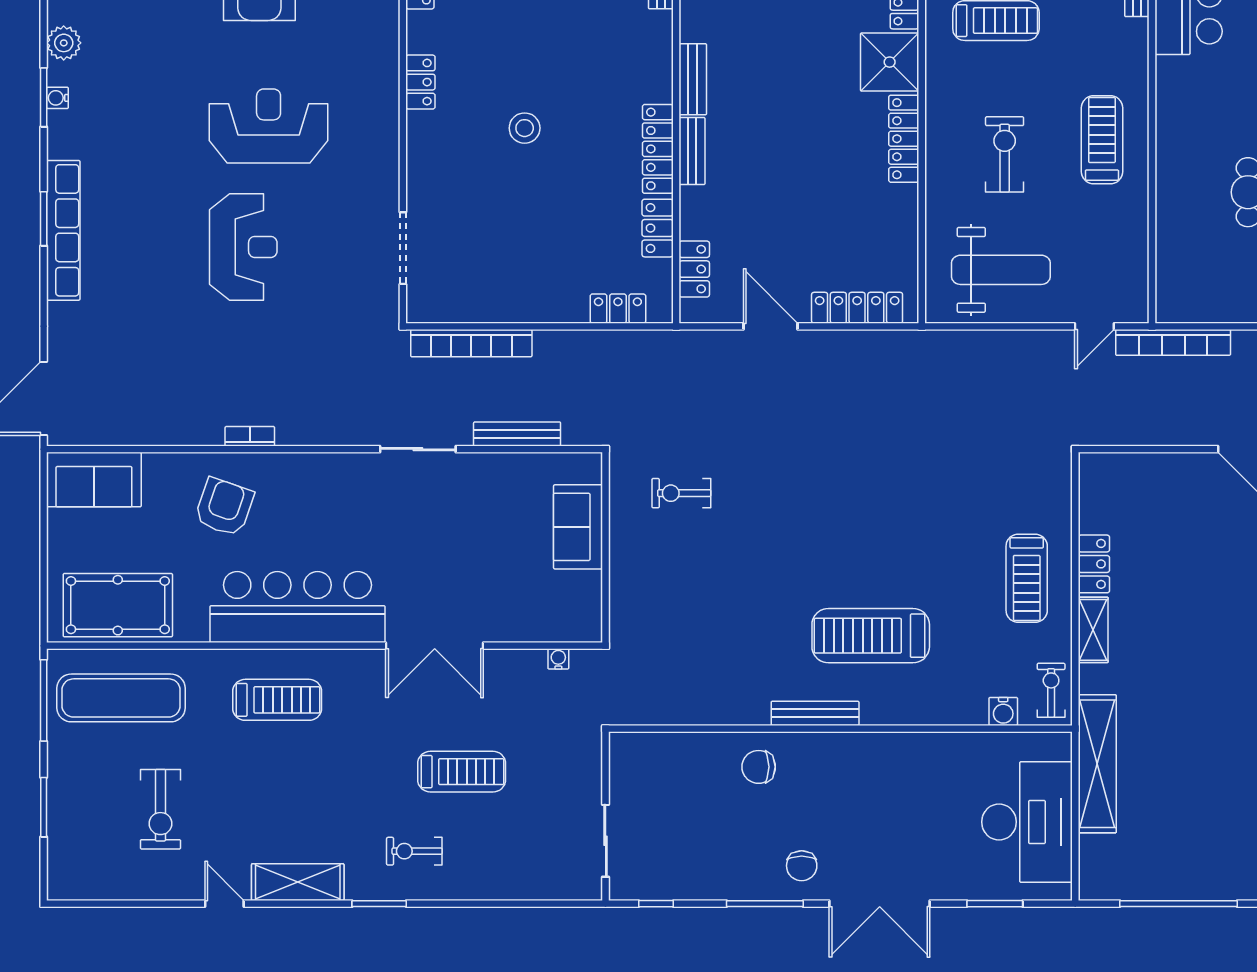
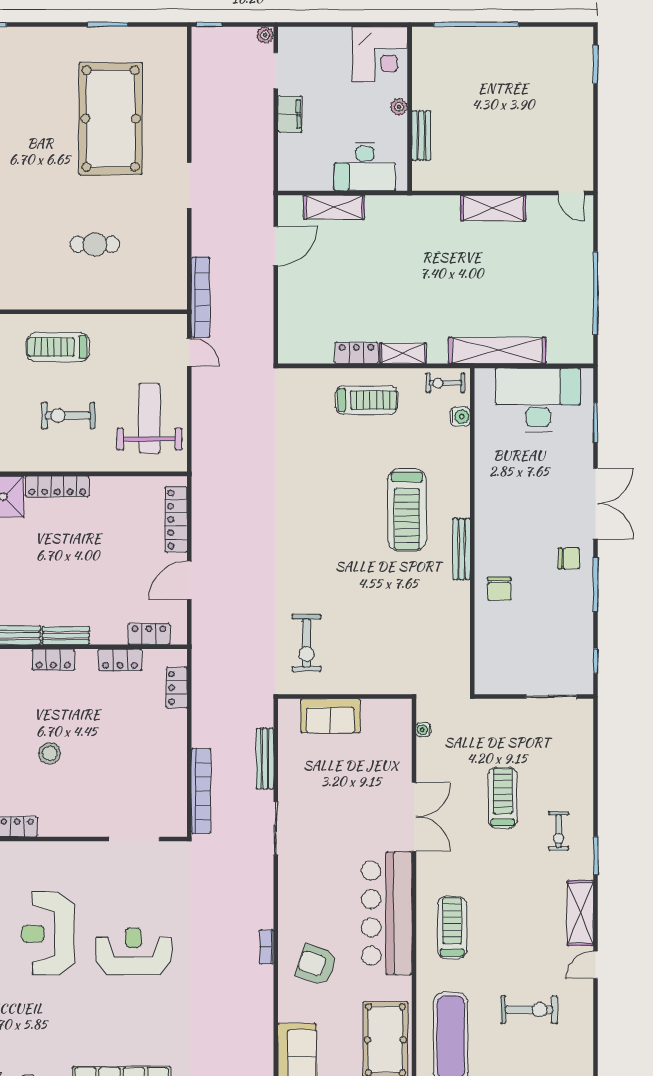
locker: (658, 149) -> (53, 660), width x0.66
exercise bike: (681, 493) -> (307, 643), width x1.38, depth x1.39

